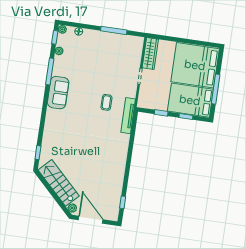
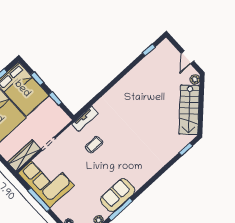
corner sofa: (121, 49) -> (46, 179), added
sofa: (58, 93) -> (118, 195), moved
tv unit: (128, 116) -> (85, 119), width x0.71
door: (91, 220) -> (187, 57), width x0.53

